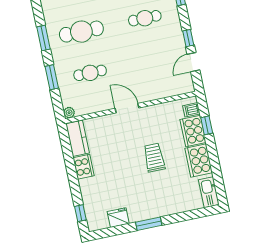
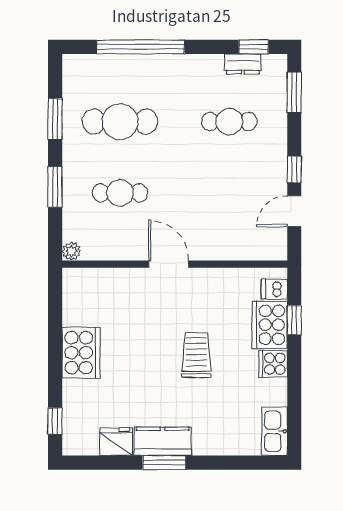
kitchen counter: (77, 138) -> (163, 441), moved, turned -90
cooker: (199, 161) -> (273, 364), width x0.53, depth x0.76
cooker: (84, 167) -> (81, 353), width x1.37, depth x1.31

